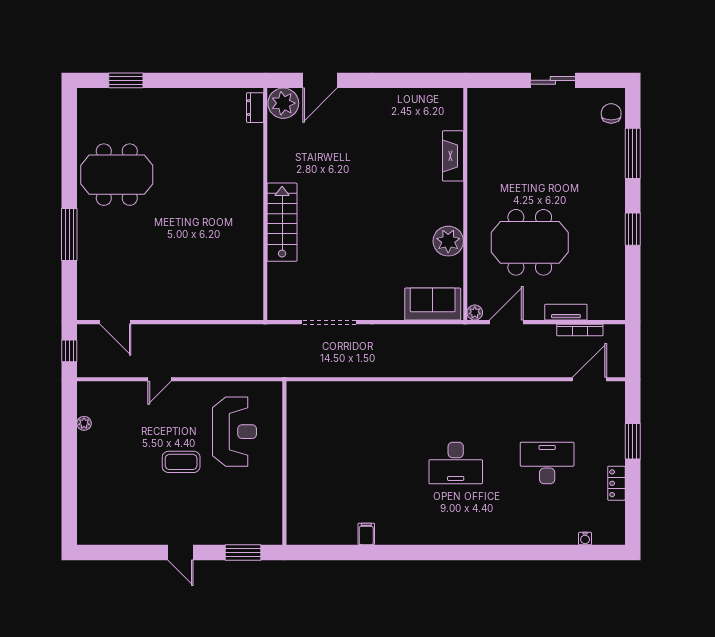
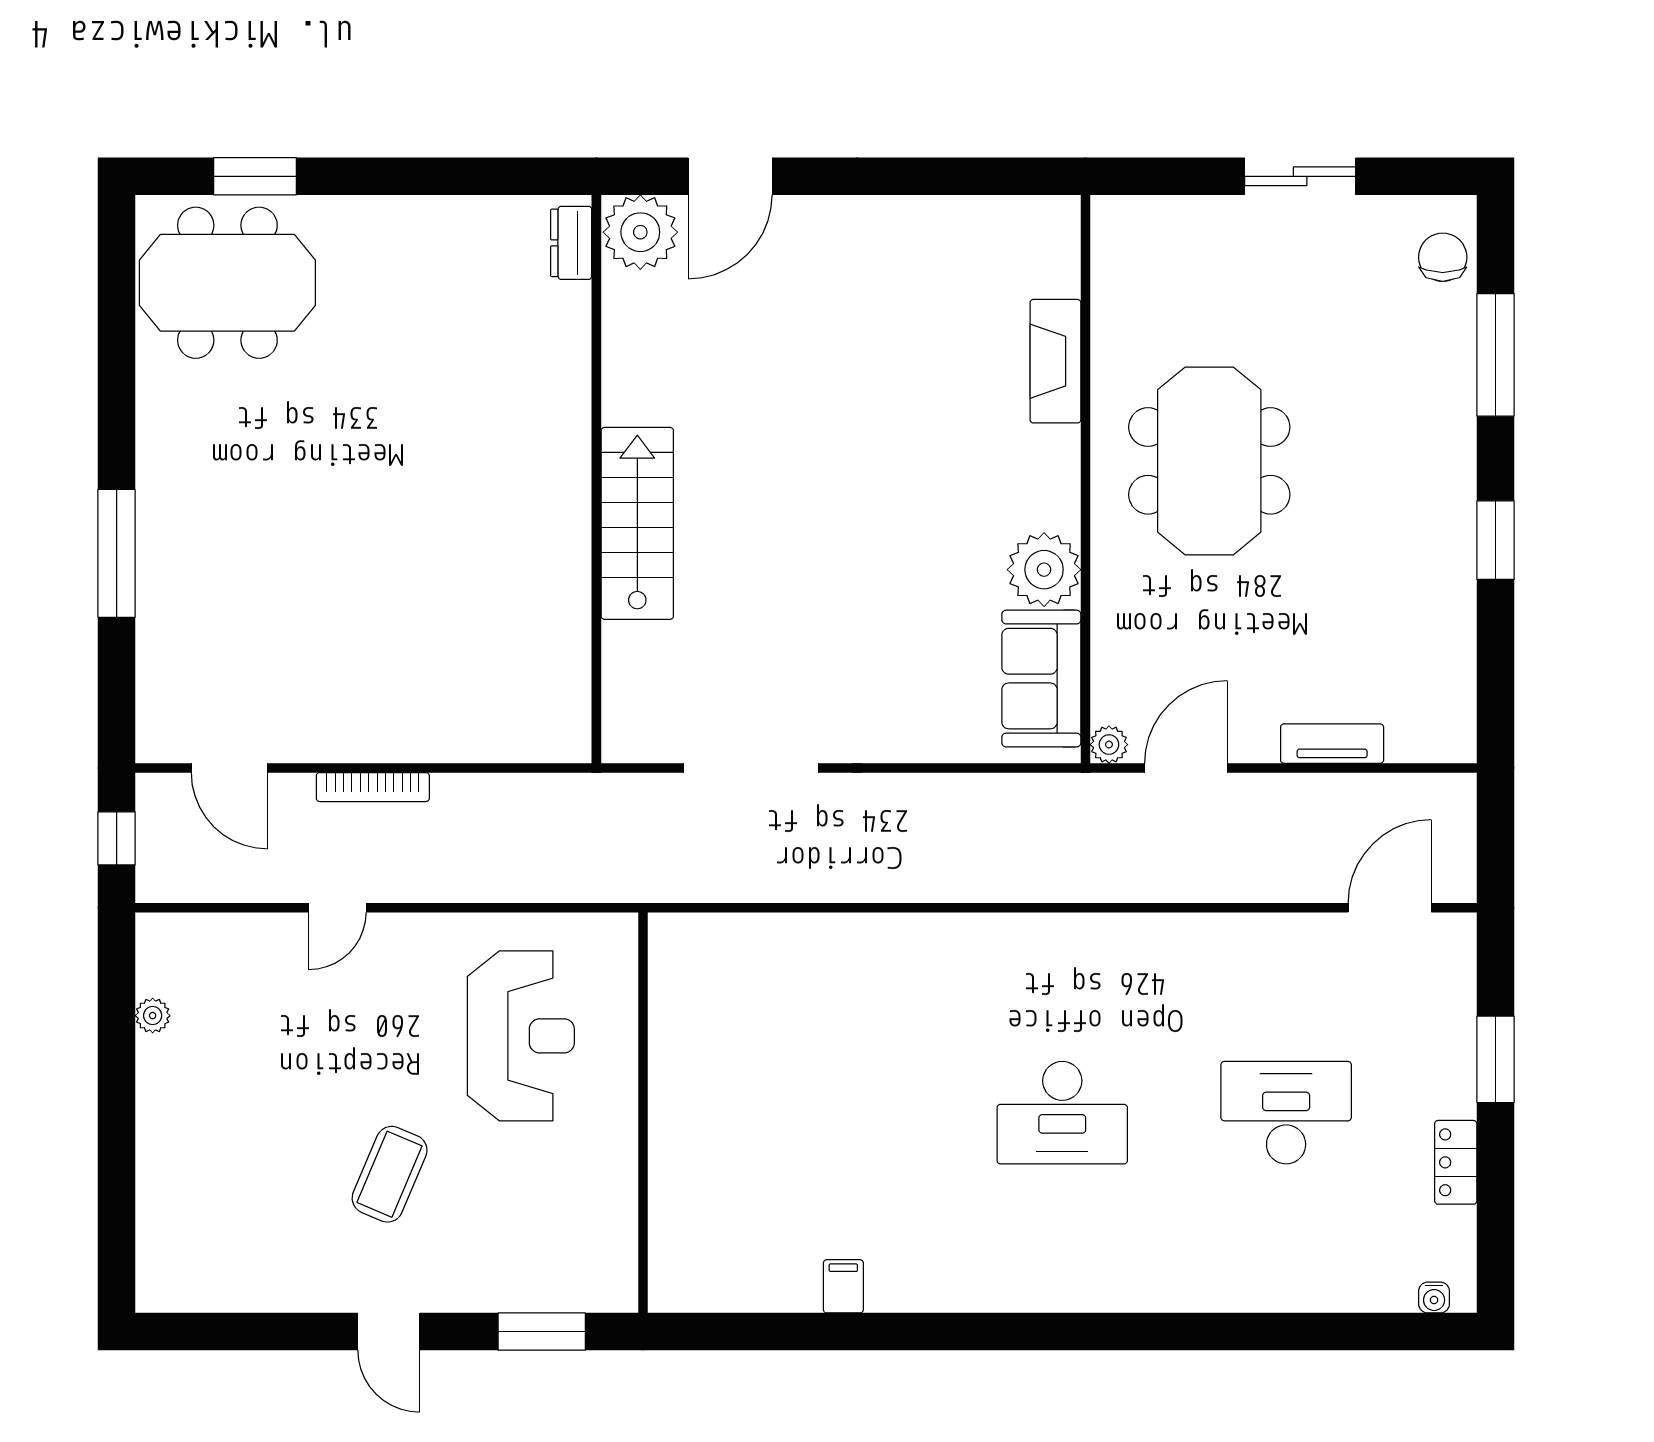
meeting table: (117, 175) -> (227, 283), moved
meeting table: (530, 242) -> (1209, 461), moved, turned 90
sofa: (433, 304) -> (1041, 679), moved, turned -90
bookcase: (580, 330) -> (373, 787), moved
coffee table: (181, 462) -> (390, 1174), moved, turned -67
water cooler: (585, 539) -> (1434, 1298), moved

